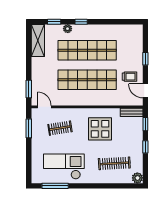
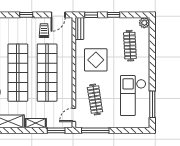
shelving: (36, 68) -> (36, 123), added
window: (29, 128) -> (95, 130), width x1.44
clothes rail: (60, 128) -> (95, 100), width x1.36

